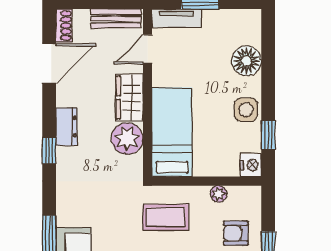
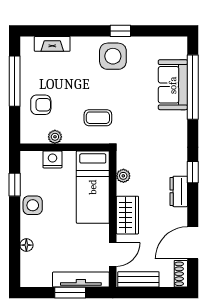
tv unit: (177, 18) -> (81, 280), width x1.41
floor lamp: (247, 61) -> (26, 245), width x0.53, depth x0.53
plant: (127, 138) -> (123, 176), width x0.53, depth x0.53
nightstand: (251, 165) -> (52, 159), moved, turned 90
coffee table: (166, 217) -> (98, 118), width x0.73, depth x0.77

